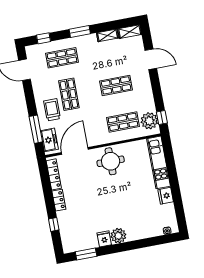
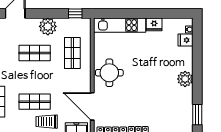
shop shelf: (116, 85) -> (35, 53), turned 90
plant: (149, 121) -> (48, 26), moved
fridge: (104, 239) -> (185, 40), moved

